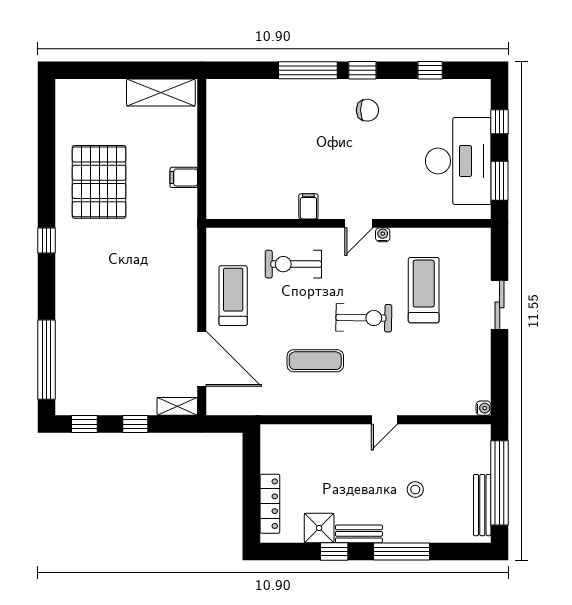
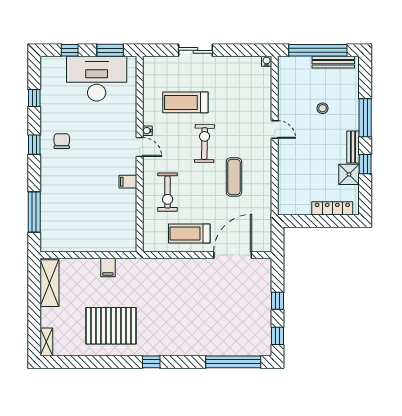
window: (308, 70) -> (34, 212), moved
shelving: (177, 406) -> (46, 342), moved

